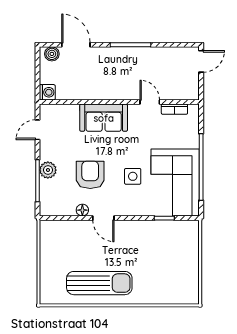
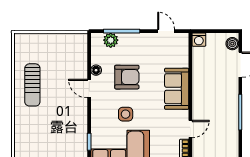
plant: (48, 170) -> (111, 40), moved
door: (103, 218) -> (89, 89), hinge flipped
sun lounger: (99, 283) -> (32, 85), width x0.73, depth x0.75

